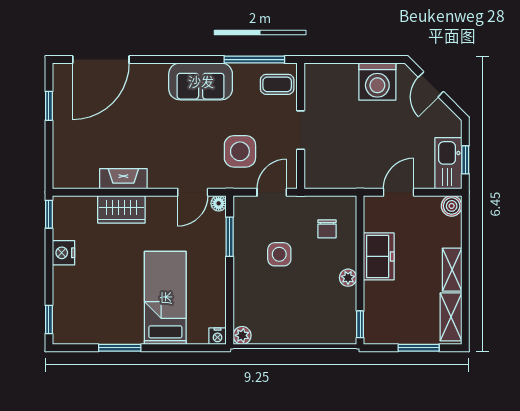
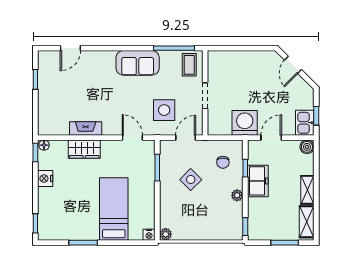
door: (101, 60) -> (70, 48), width x0.53
washing machine: (377, 82) -> (245, 123), moved, turned 180
coffee table: (277, 84) -> (189, 65), turned 90
kitchen sink: (448, 163) -> (305, 123), width x0.73
door: (193, 192) -> (132, 138), swing flipped
floor lamp: (219, 203) -> (44, 145), moved
window: (360, 237) -> (245, 168), added
side table: (279, 254) -> (191, 180), turned 45

